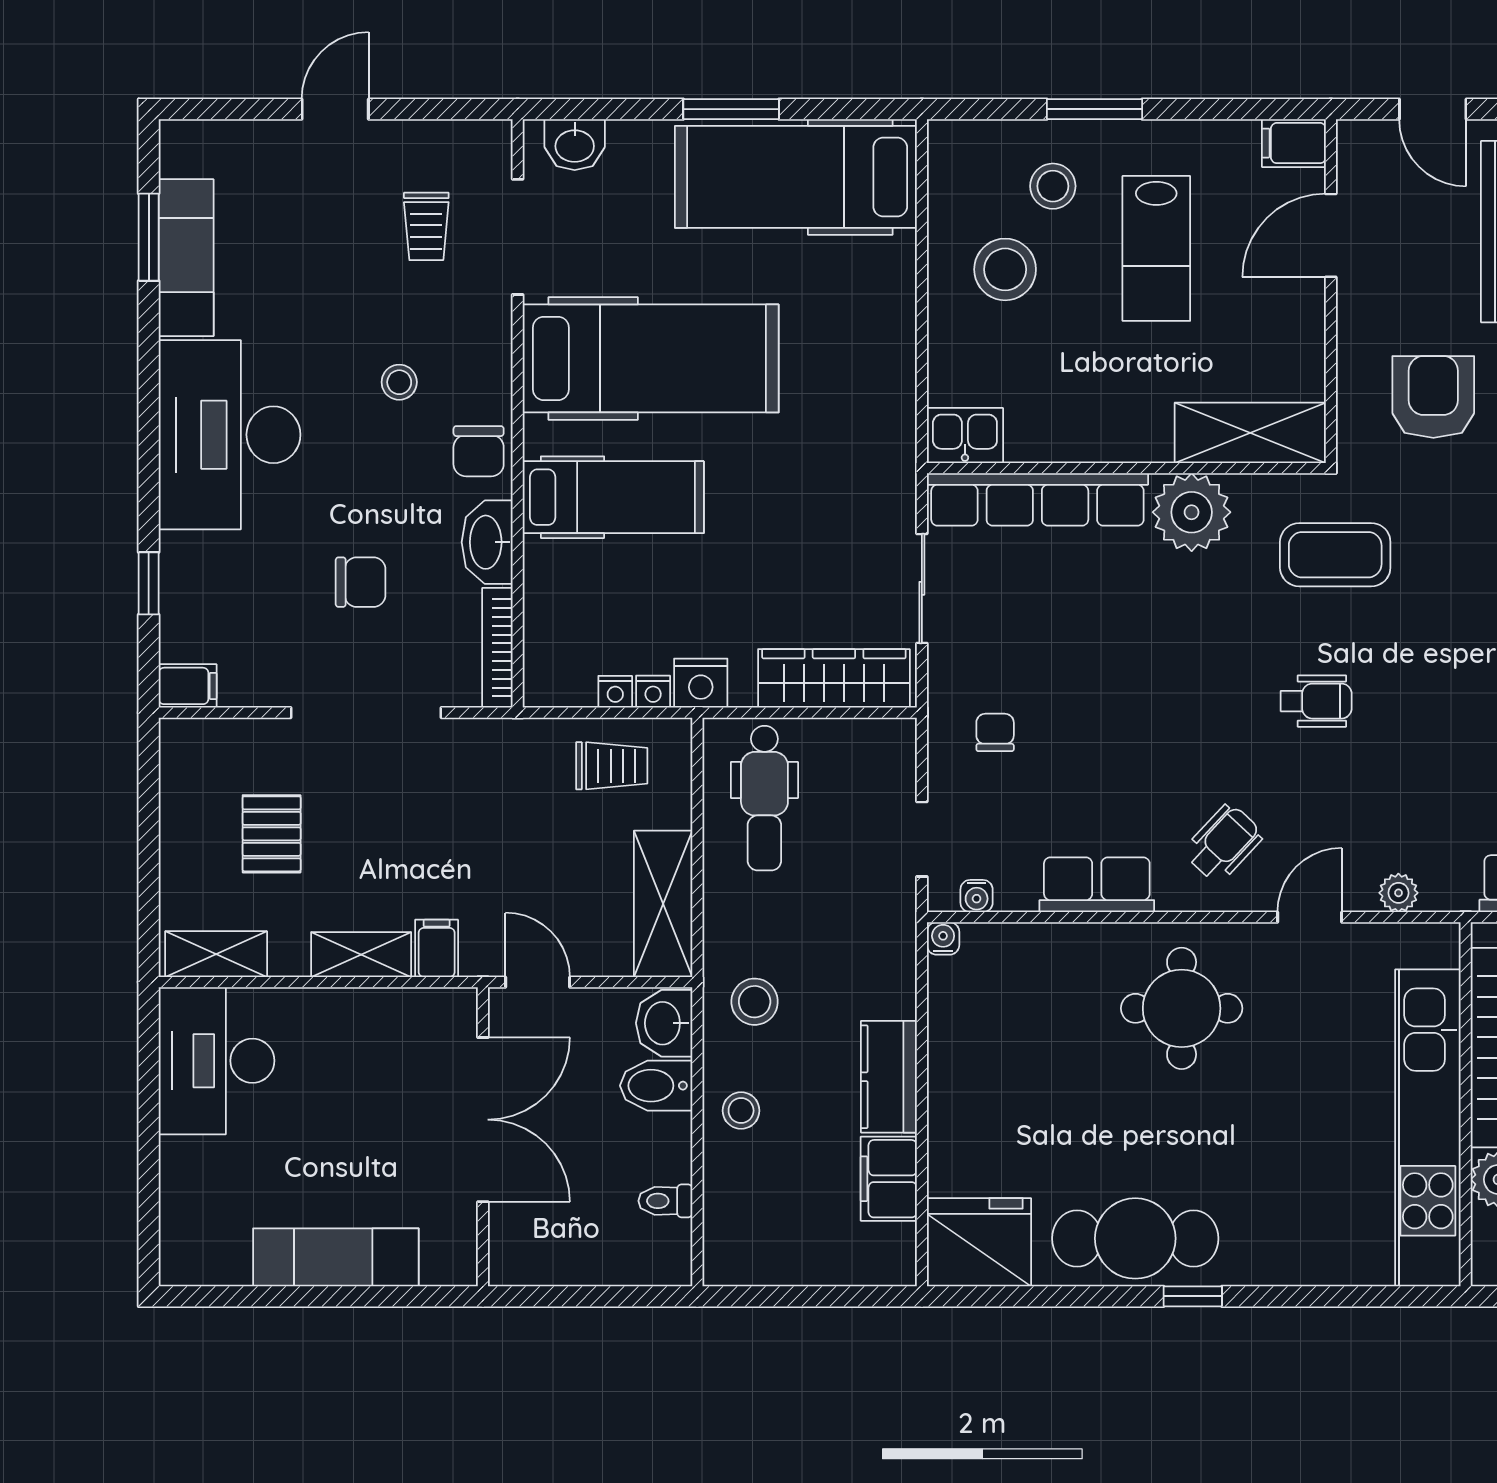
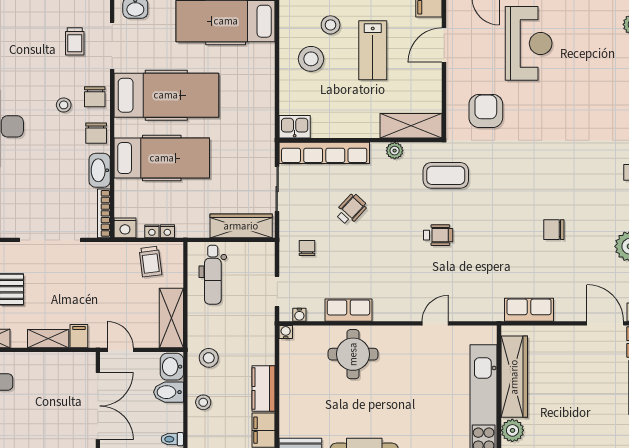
hospital bed: (613, 497) -> (162, 158), width x1.37, depth x1.29
plant: (1192, 512) -> (395, 151), width x0.53, depth x0.53
chair: (361, 582) -> (95, 97), moved, turned 90
nightstand: (701, 683) -> (125, 228), moved
trolley: (612, 766) -> (150, 262), turned 83
wheelchair: (1223, 843) -> (351, 209), moved
plant: (1398, 893) -> (472, 313), removed
round table: (1182, 1008) -> (353, 354), moved

